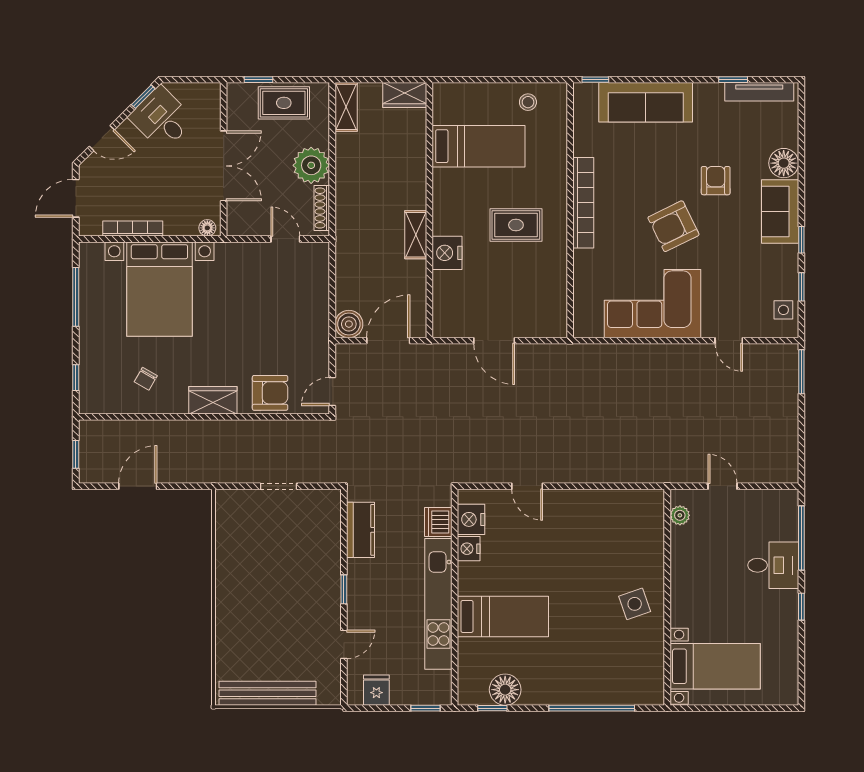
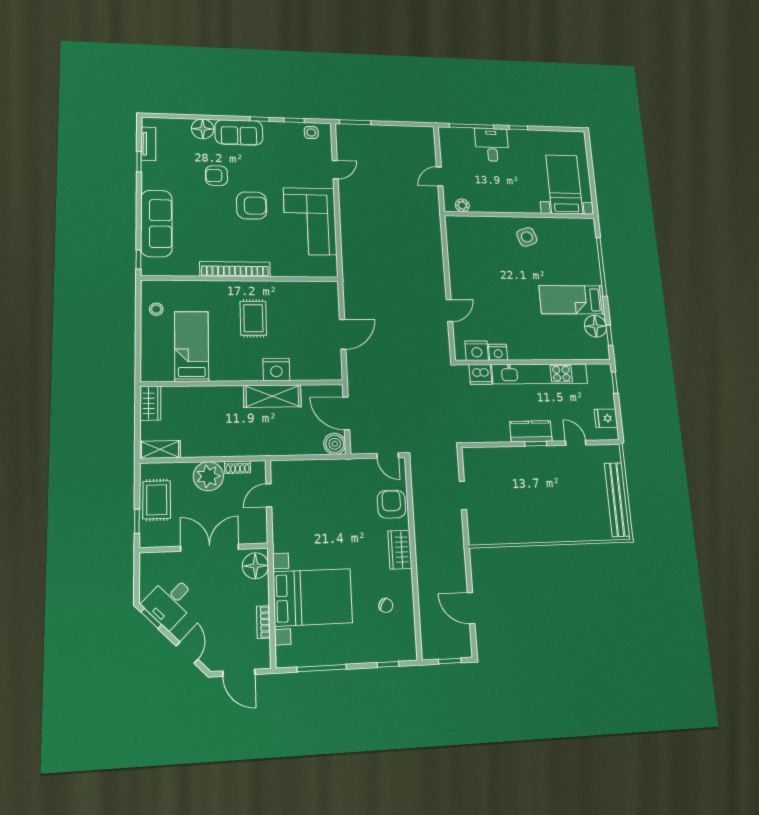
tv unit: (759, 92) -> (148, 144), width x0.71
shoe rack: (322, 208) -> (238, 467), width x0.70
armchair: (673, 226) -> (252, 206), turned -64
floor lamp: (207, 228) -> (255, 566), width x1.89, depth x1.89
bookcase: (133, 229) -> (263, 622), width x0.64
shelving: (416, 235) -> (272, 396), width x1.50, depth x1.33
kitchen counter: (360, 530) -> (531, 431), moved
bed: (503, 616) -> (572, 300), moved, turned -90

